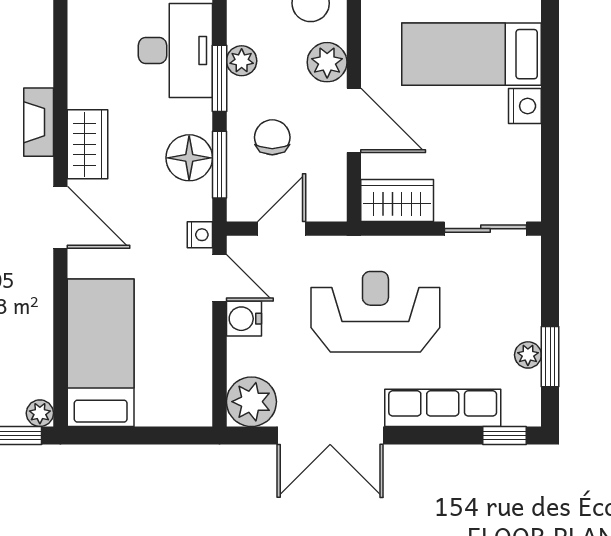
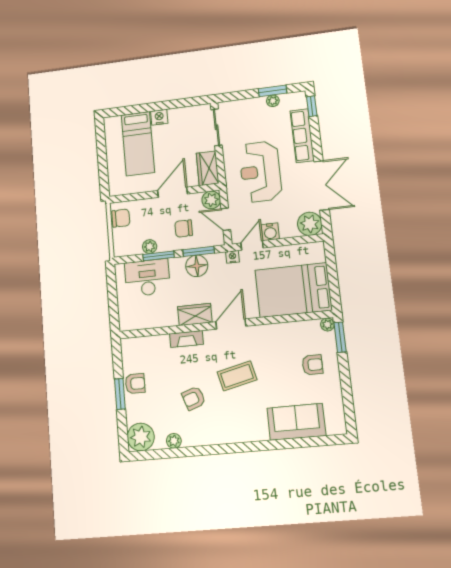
plant: (327, 62) -> (211, 200), moved
bed: (101, 353) -> (293, 290), width x1.50

